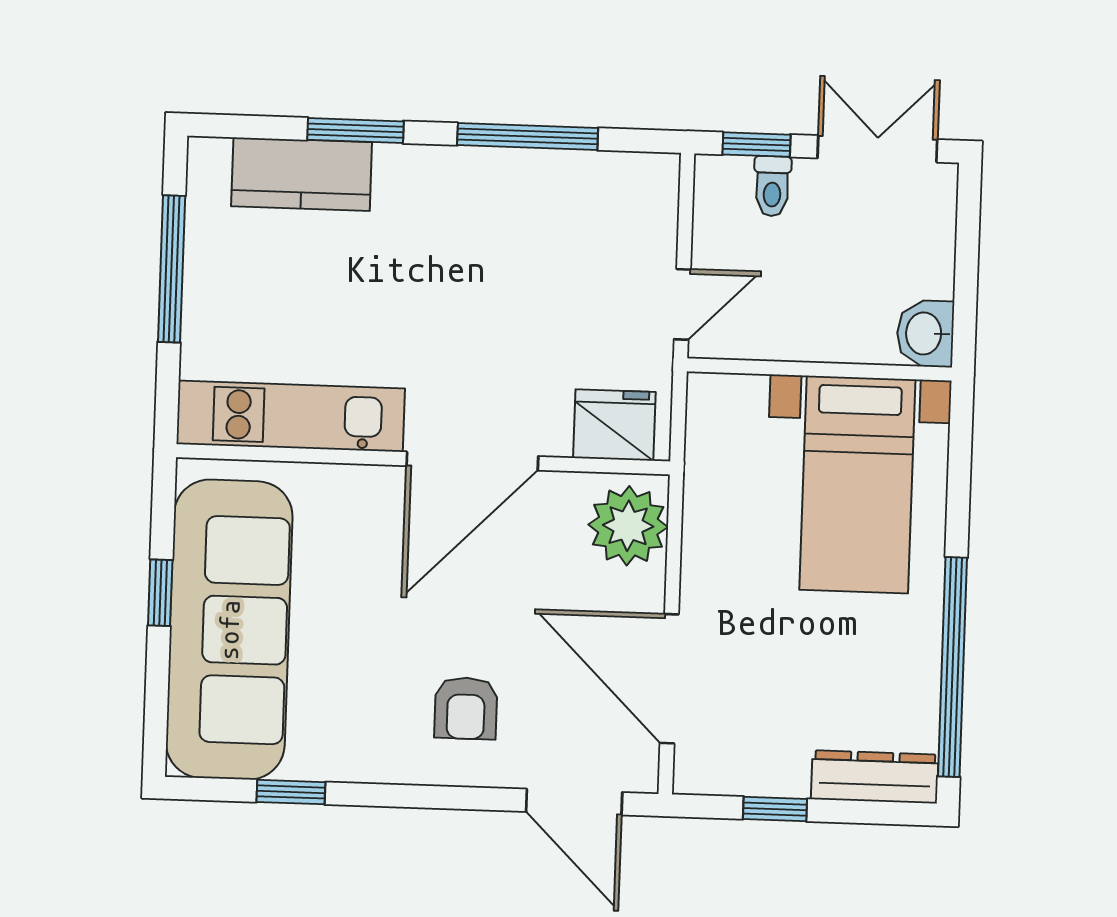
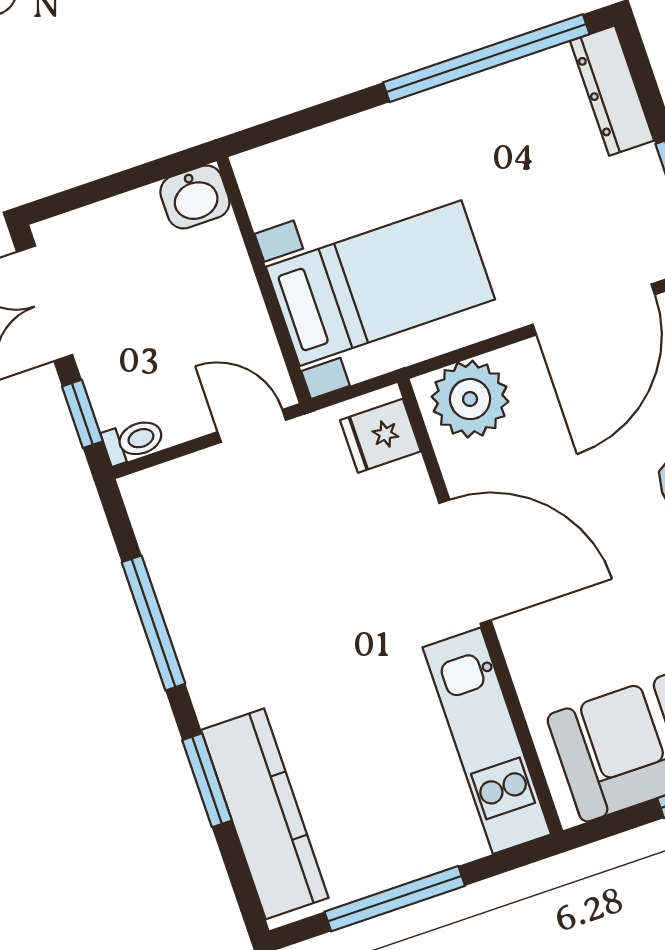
kitchen counter: (302, 174) -> (265, 814), width x1.50
toilet: (772, 186) -> (133, 441), moved
fridge: (614, 425) -> (380, 436), width x0.72
bed with nightstands: (857, 485) -> (380, 283), moved

